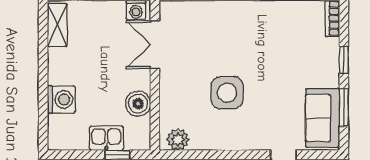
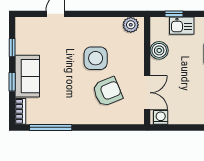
armchair: (210, 46) -> (107, 92), added
window: (344, 107) -> (12, 48), width x0.67
sofa: (323, 118) -> (27, 76), moved

